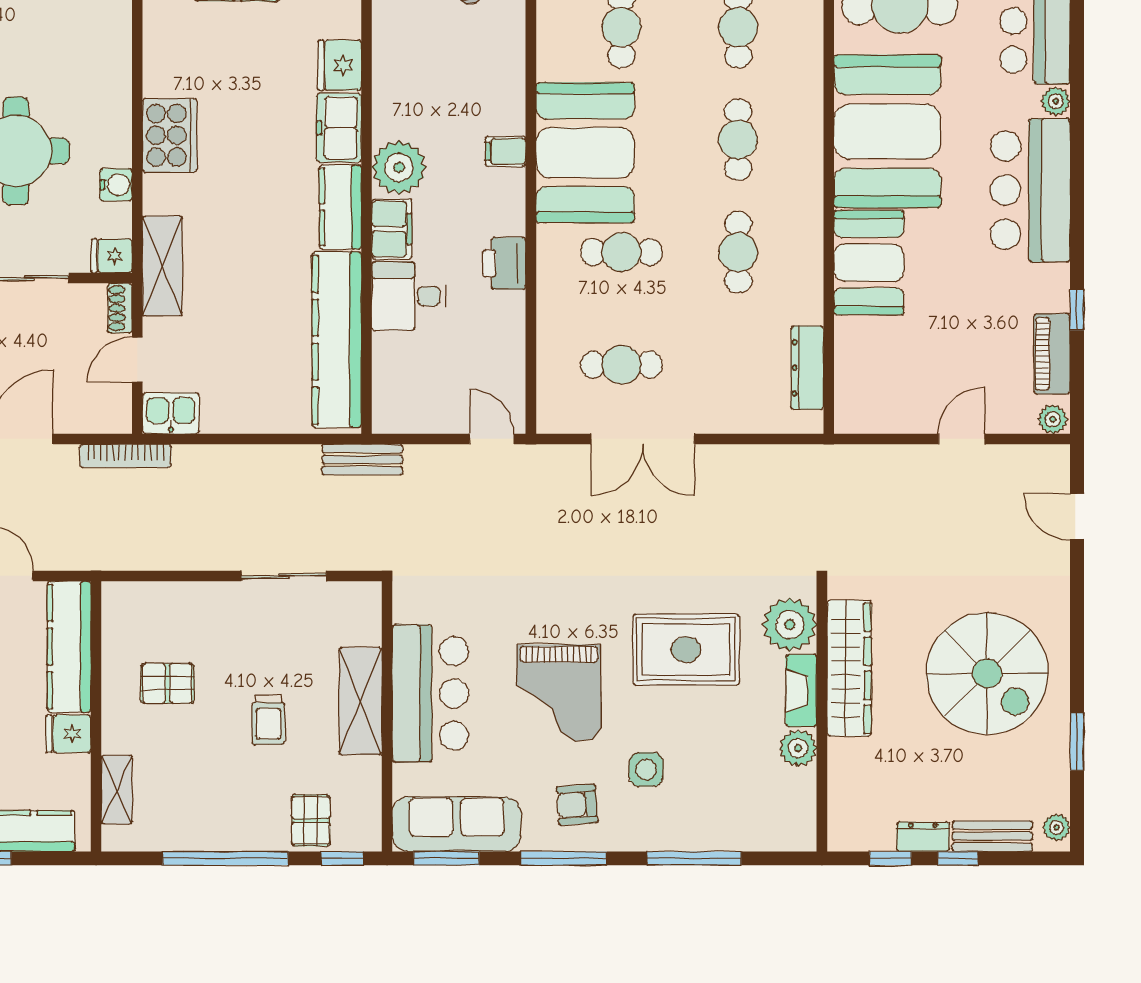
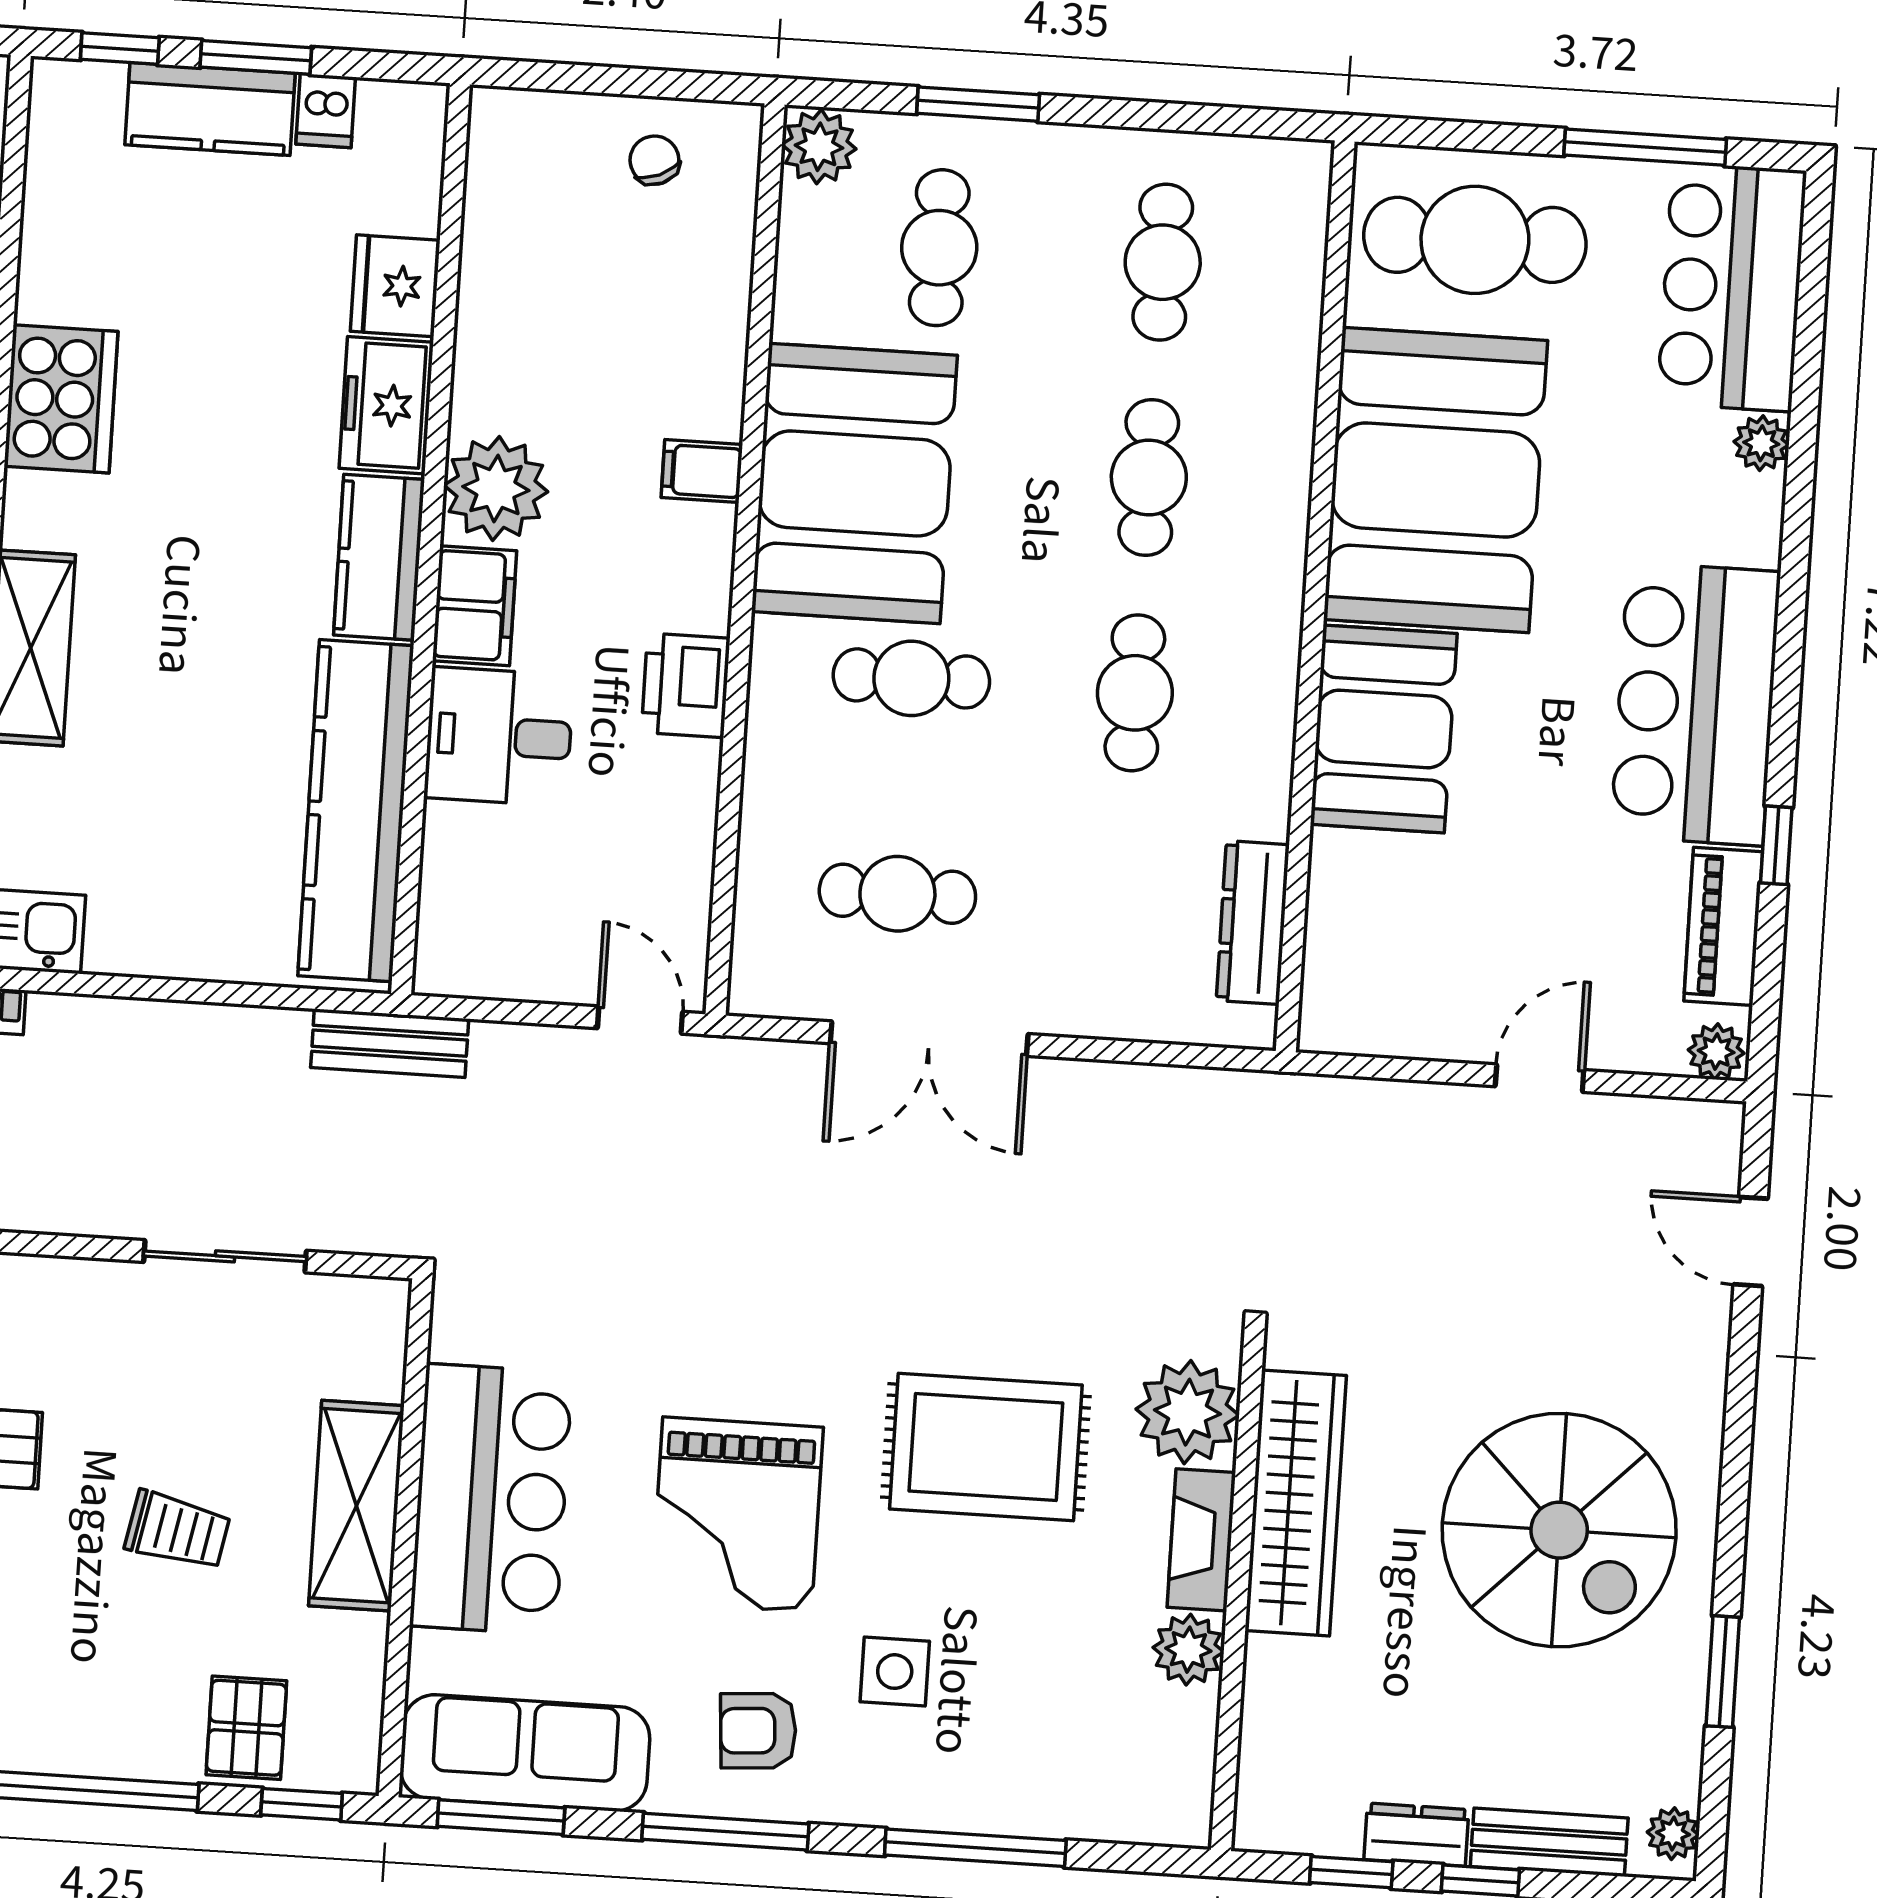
bar counter: (1030, 190) -> (1695, 704), moved
trolley: (268, 720) -> (178, 1530), turned -79

